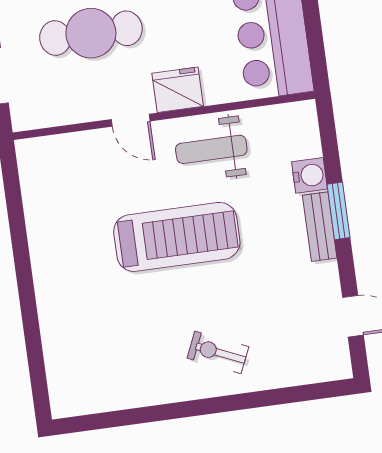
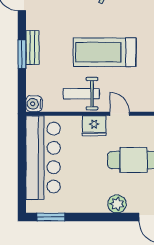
weight bench: (211, 149) -> (81, 94), turned 180
water cooler: (309, 175) -> (34, 104), moved

